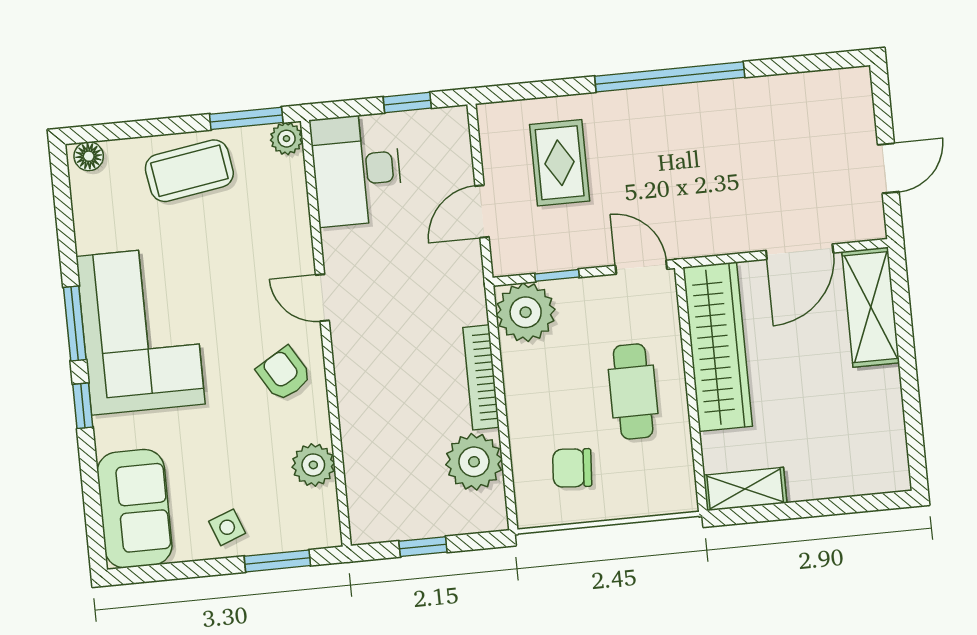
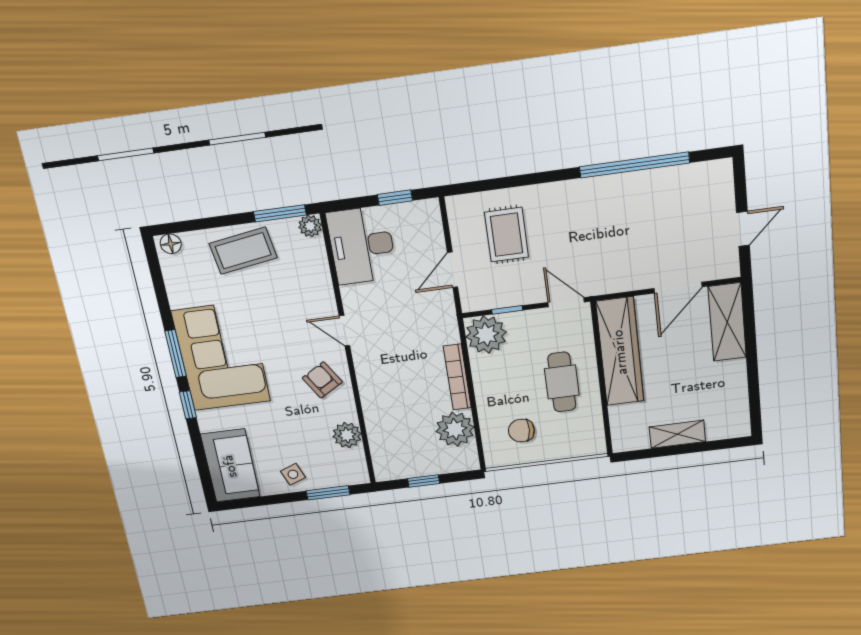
window: (670, 77) -> (634, 165), moved
shelving: (745, 489) -> (677, 434), moved

